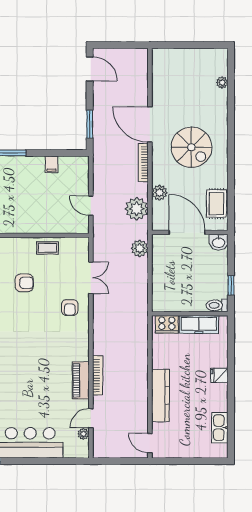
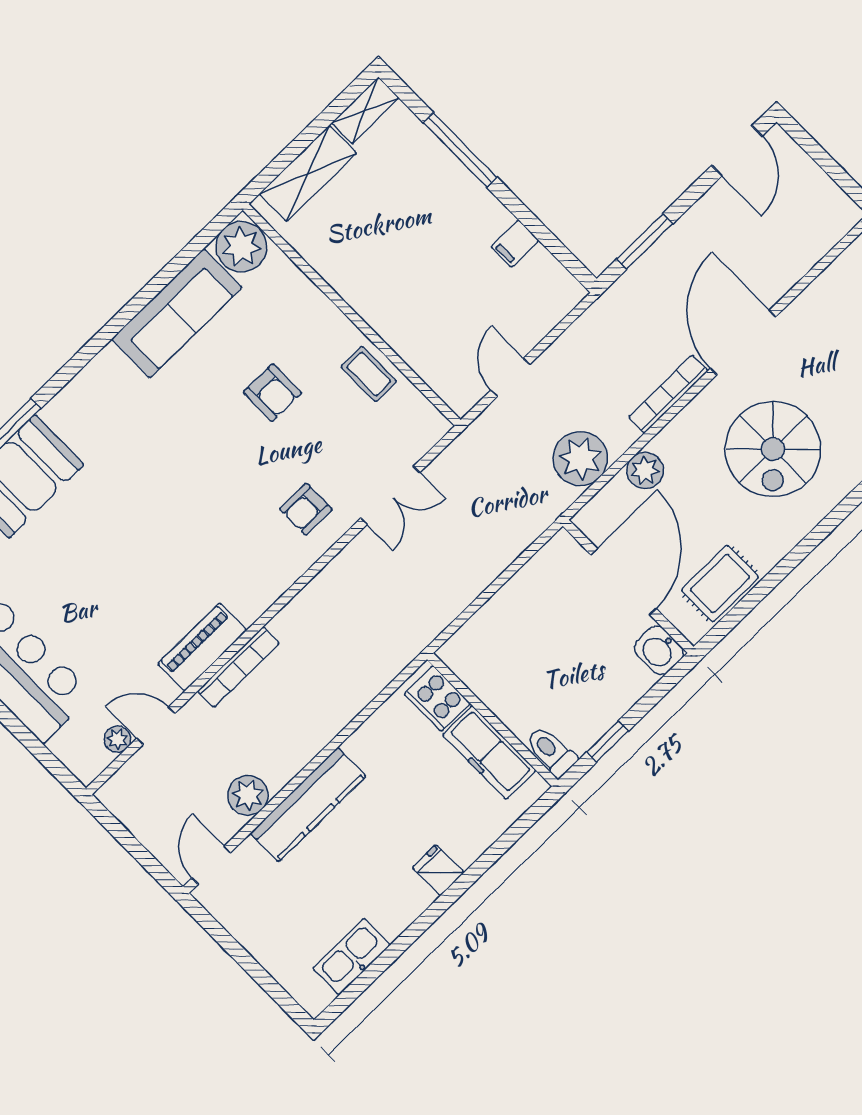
plant: (140, 248) -> (248, 795), moved

